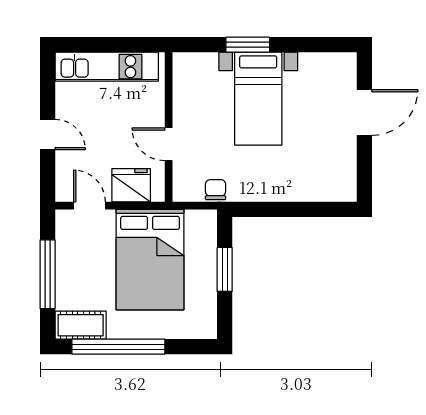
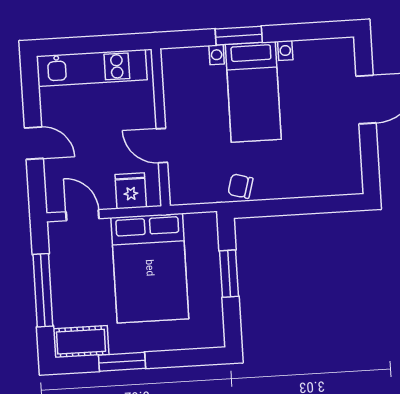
fridge: (131, 185) -> (131, 191), width x0.72
chair: (216, 190) -> (240, 186), moved, turned -74
window: (118, 347) -> (122, 362), width x0.47

